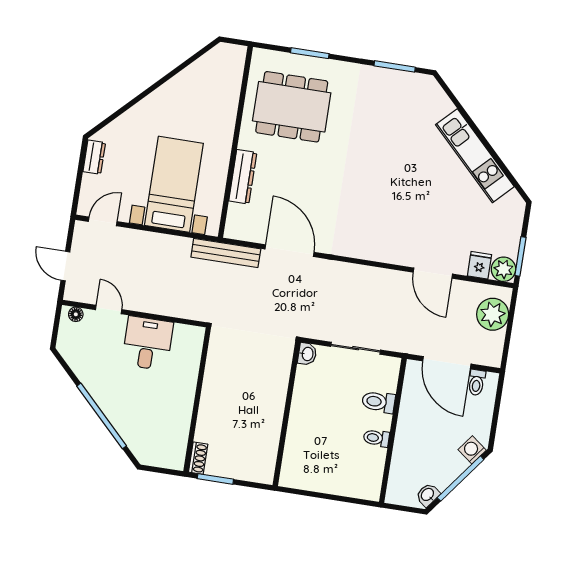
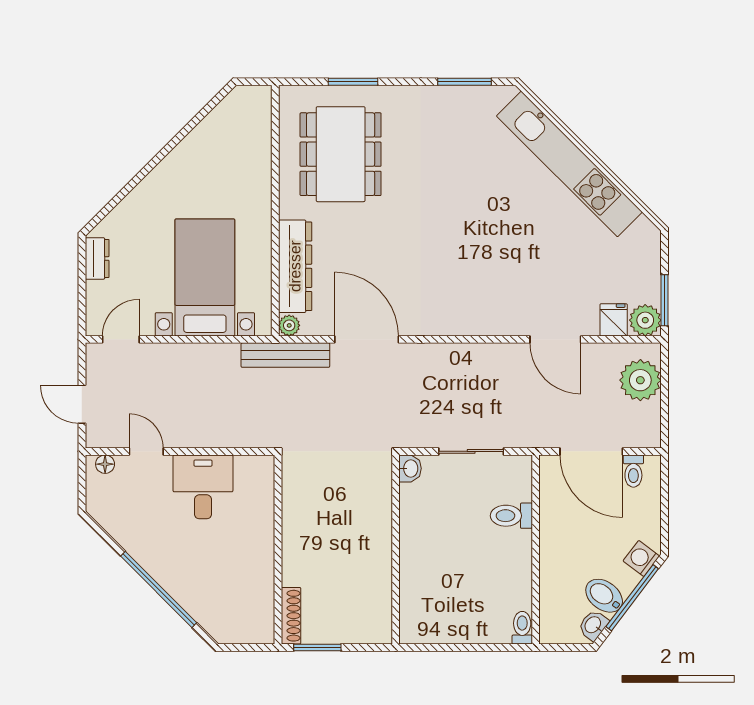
dining table: (292, 107) -> (341, 154), turned 90
kitchen unit: (475, 156) -> (569, 164), width x1.36
dresser: (243, 177) -> (295, 266), width x1.37, depth x1.24
plant: (232, 231) -> (289, 325), added
toilet: (376, 438) -> (522, 628), moved, turned 90
shoe rack: (198, 458) -> (291, 616), width x1.43
bidet: (439, 474) -> (604, 596), added

